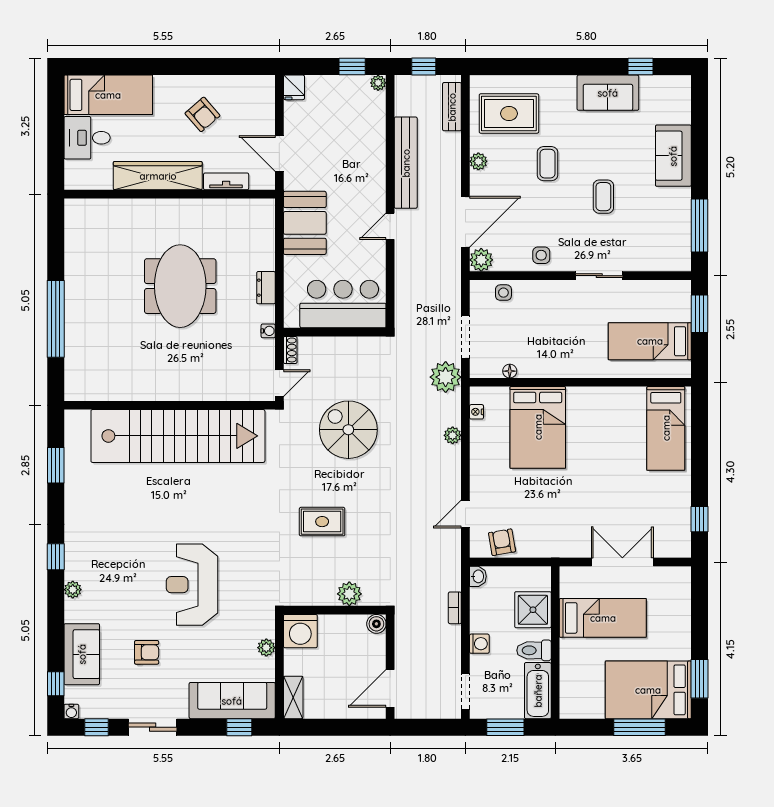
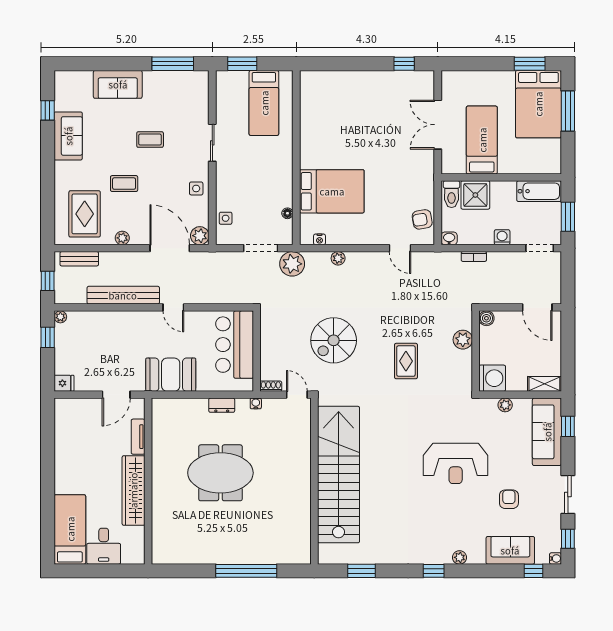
armchair: (202, 114) -> (85, 455), removed
bed: (666, 428) -> (333, 90), removed
toilet: (534, 650) -> (452, 194), moved

